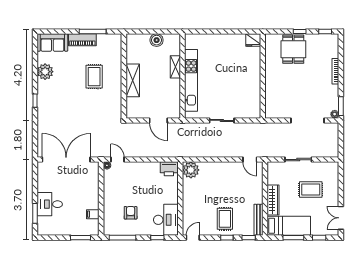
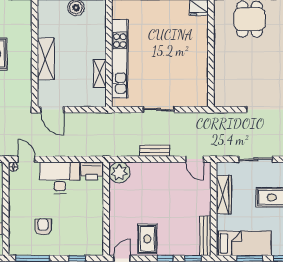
shelving: (175, 67) -> (100, 73), moved
door: (158, 120) -> (52, 110), moved
bench: (219, 153) -> (155, 151), added
wardrobe: (273, 200) -> (224, 195), moved
rug: (225, 219) -> (147, 239), moved
desk: (166, 220) -> (60, 178), moved, turned -90

